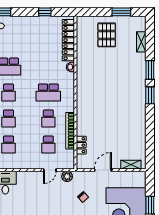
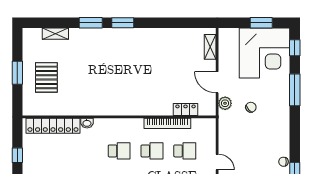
window: (121, 12) -> (17, 73), moved
pallet: (107, 35) -> (46, 77), turned 90
school desk: (48, 93) -> (119, 151), width x0.54
door: (50, 170) -> (217, 162), moved
plant: (67, 176) -> (225, 103), moved

